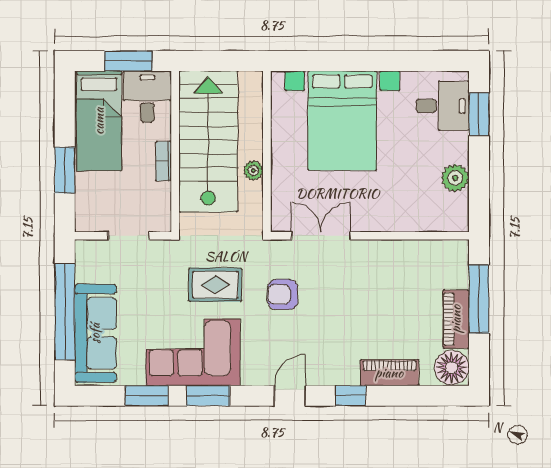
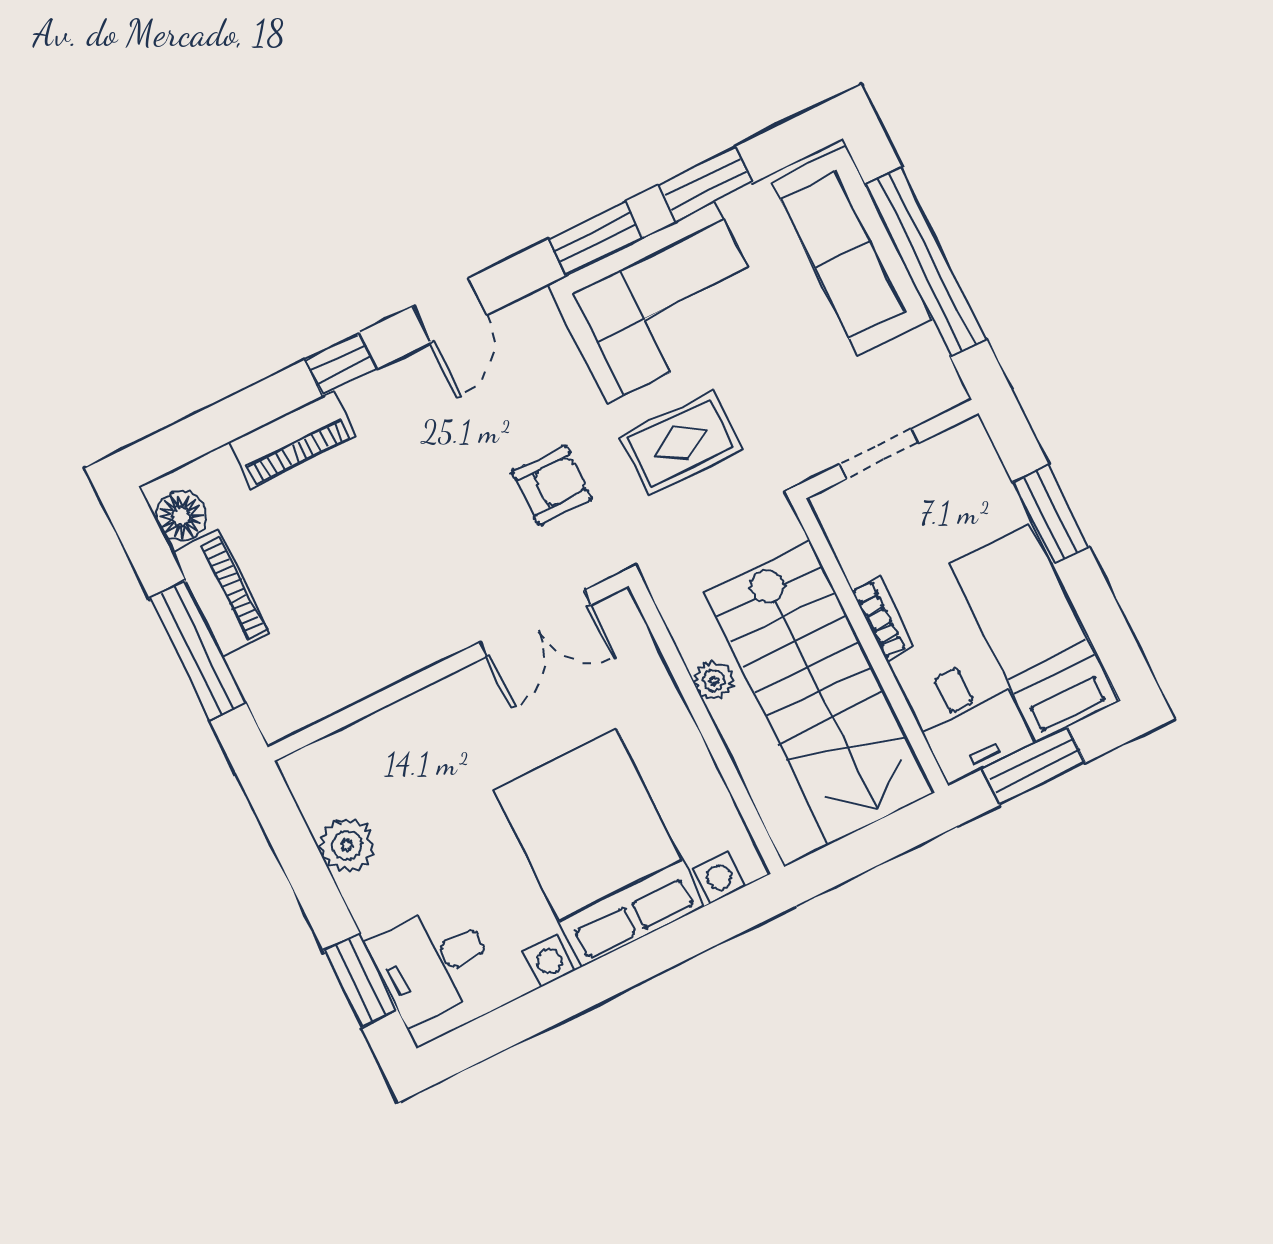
floor lamp: (452, 368) -> (181, 516), width x0.73, depth x0.73

